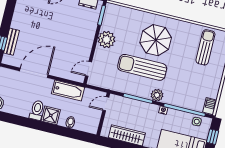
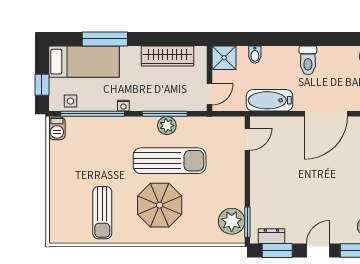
plant: (106, 40) -> (232, 221), moved
sun lounger: (205, 47) -> (102, 213), moved
plant: (157, 95) -> (167, 126), moved
shower: (51, 115) -> (224, 58), moved

